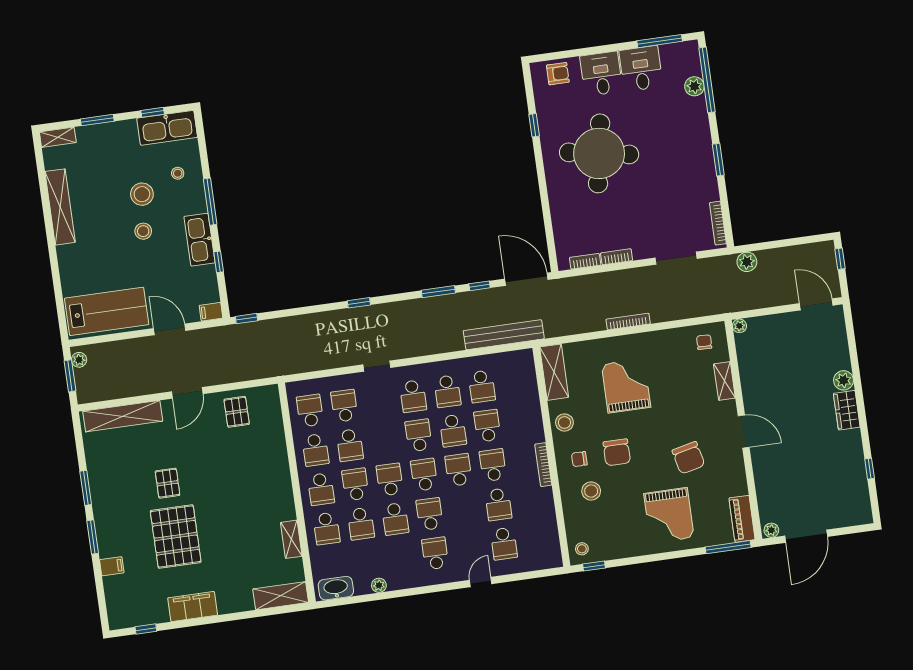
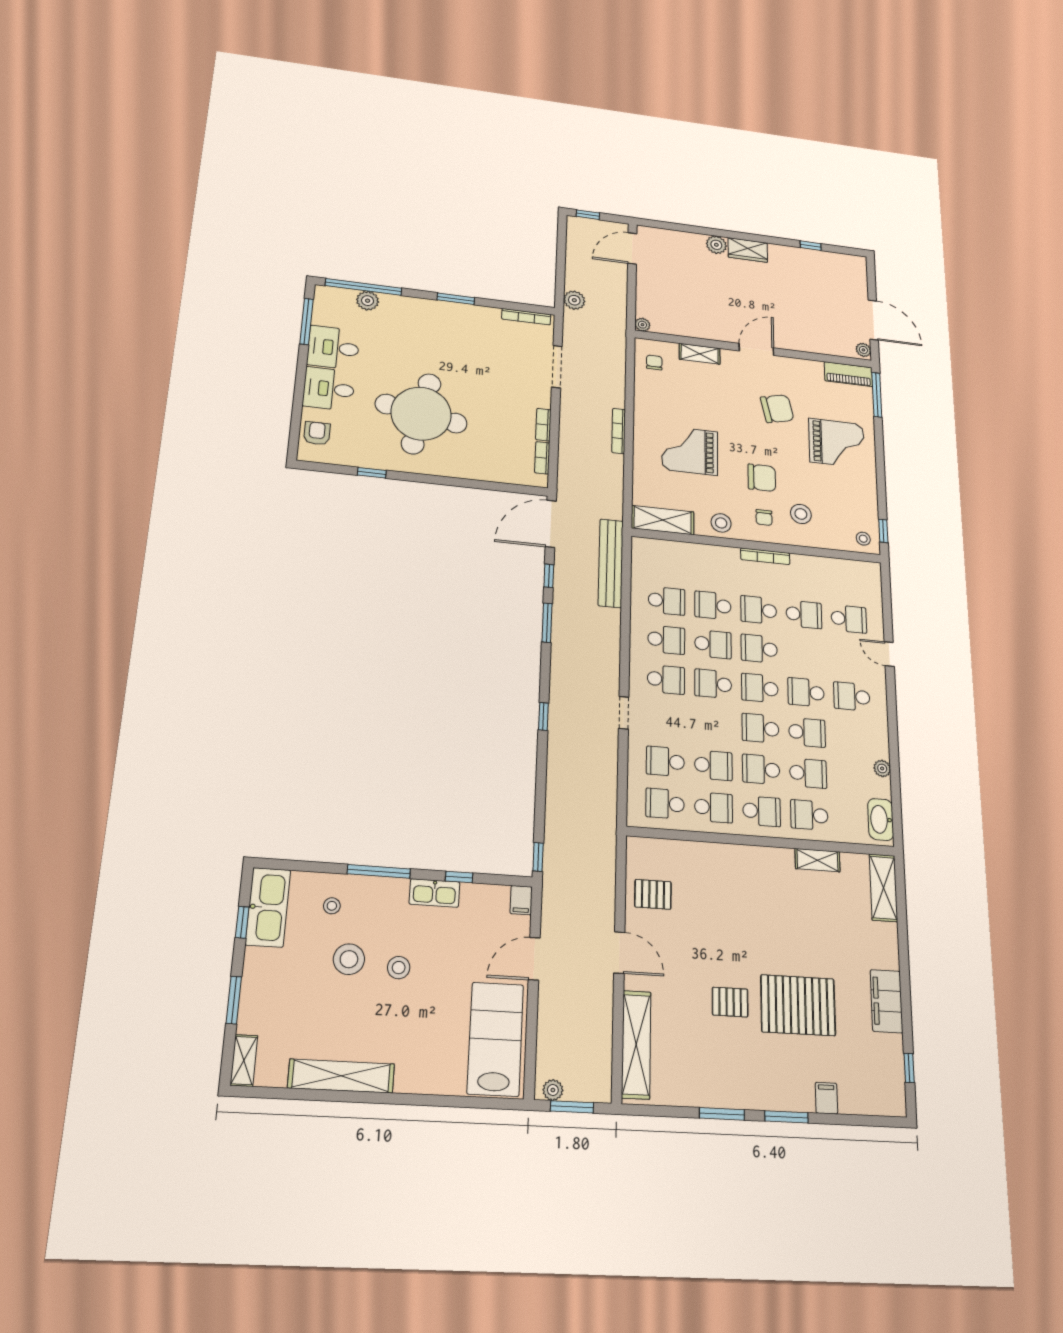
kitchen sink: (200, 240) -> (434, 893), width x0.73, depth x0.81
chair: (704, 342) -> (654, 362), turned 88
school desk: (327, 529) -> (809, 815), turned 180

